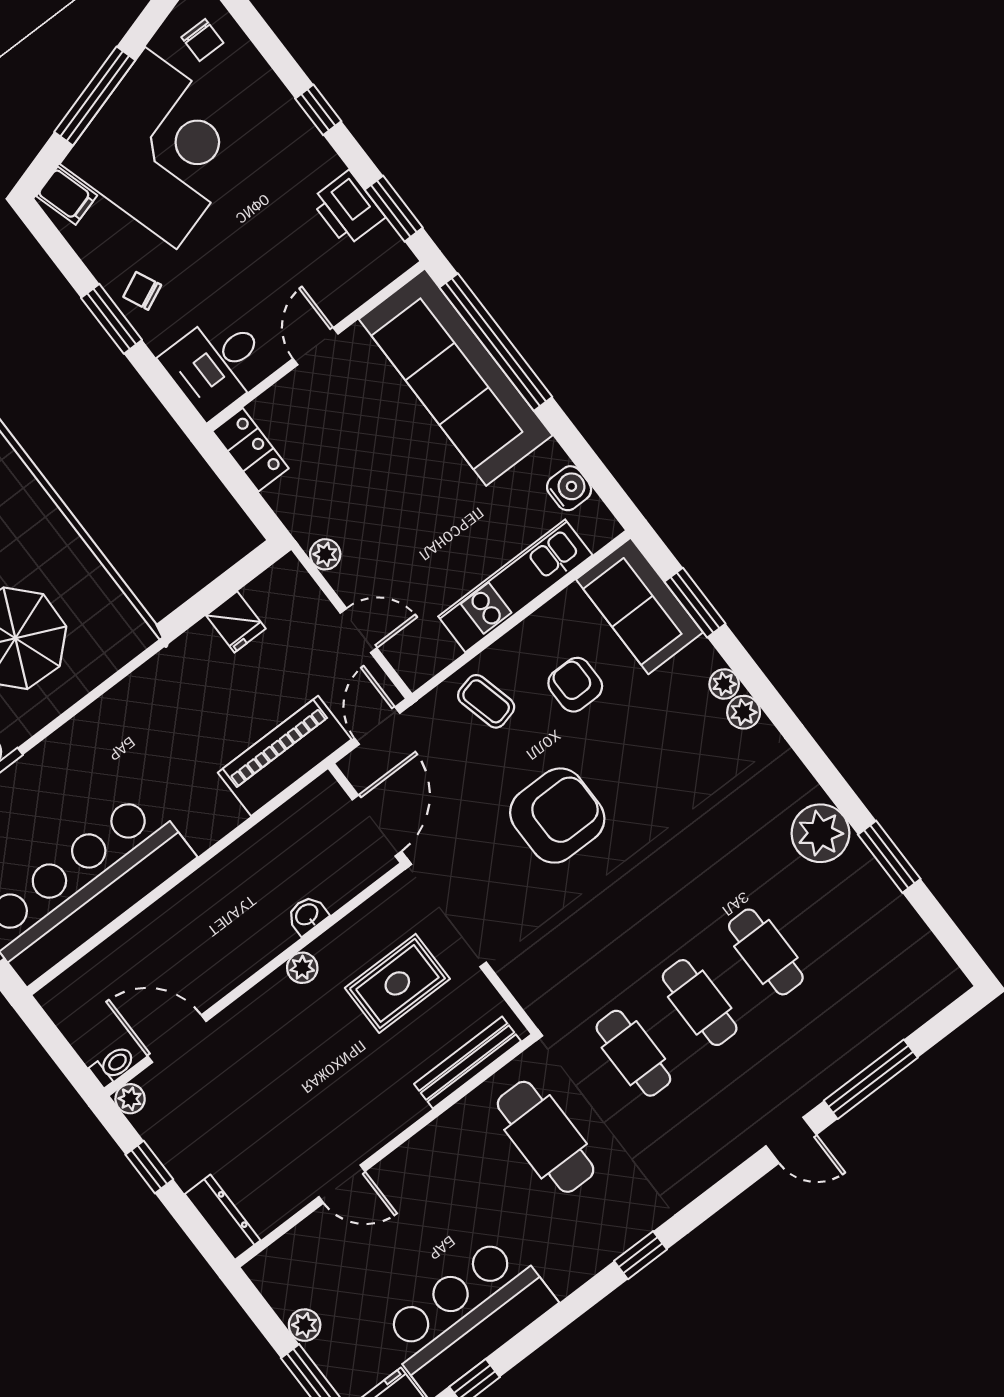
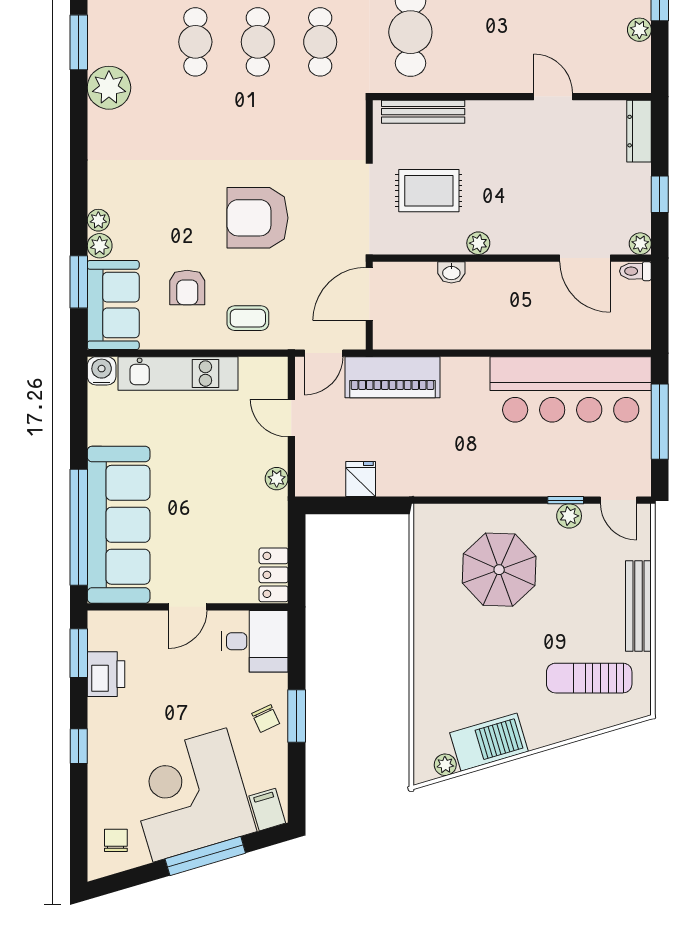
water cooler: (569, 488) -> (102, 371), moved, turned 90
coffee table: (486, 701) -> (248, 318), turned -76
plant: (744, 712) -> (100, 246), moved

